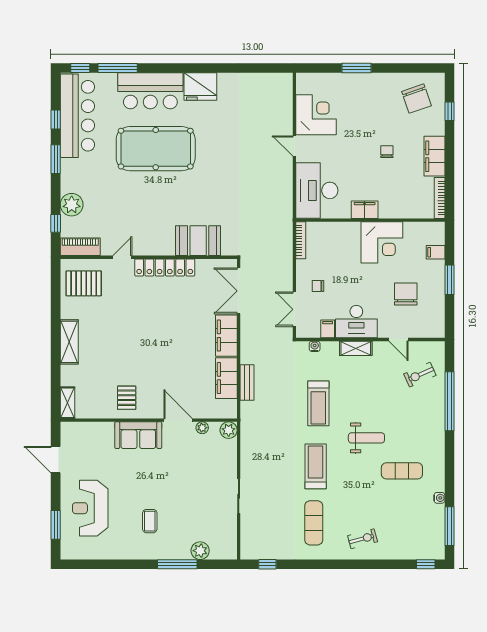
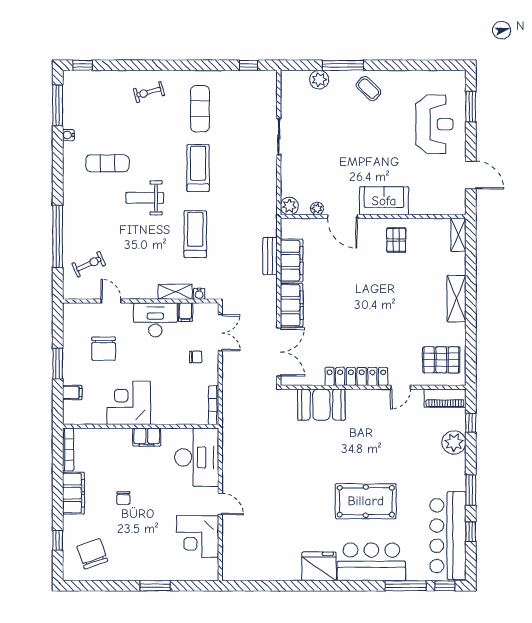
pool table: (156, 149) -> (366, 501), width x0.73, depth x0.76
shelving: (356, 348) -> (175, 292), moved
treadmill: (316, 466) -> (198, 168), turned 180
coffee table: (150, 521) -> (368, 89), moved, turned -45

